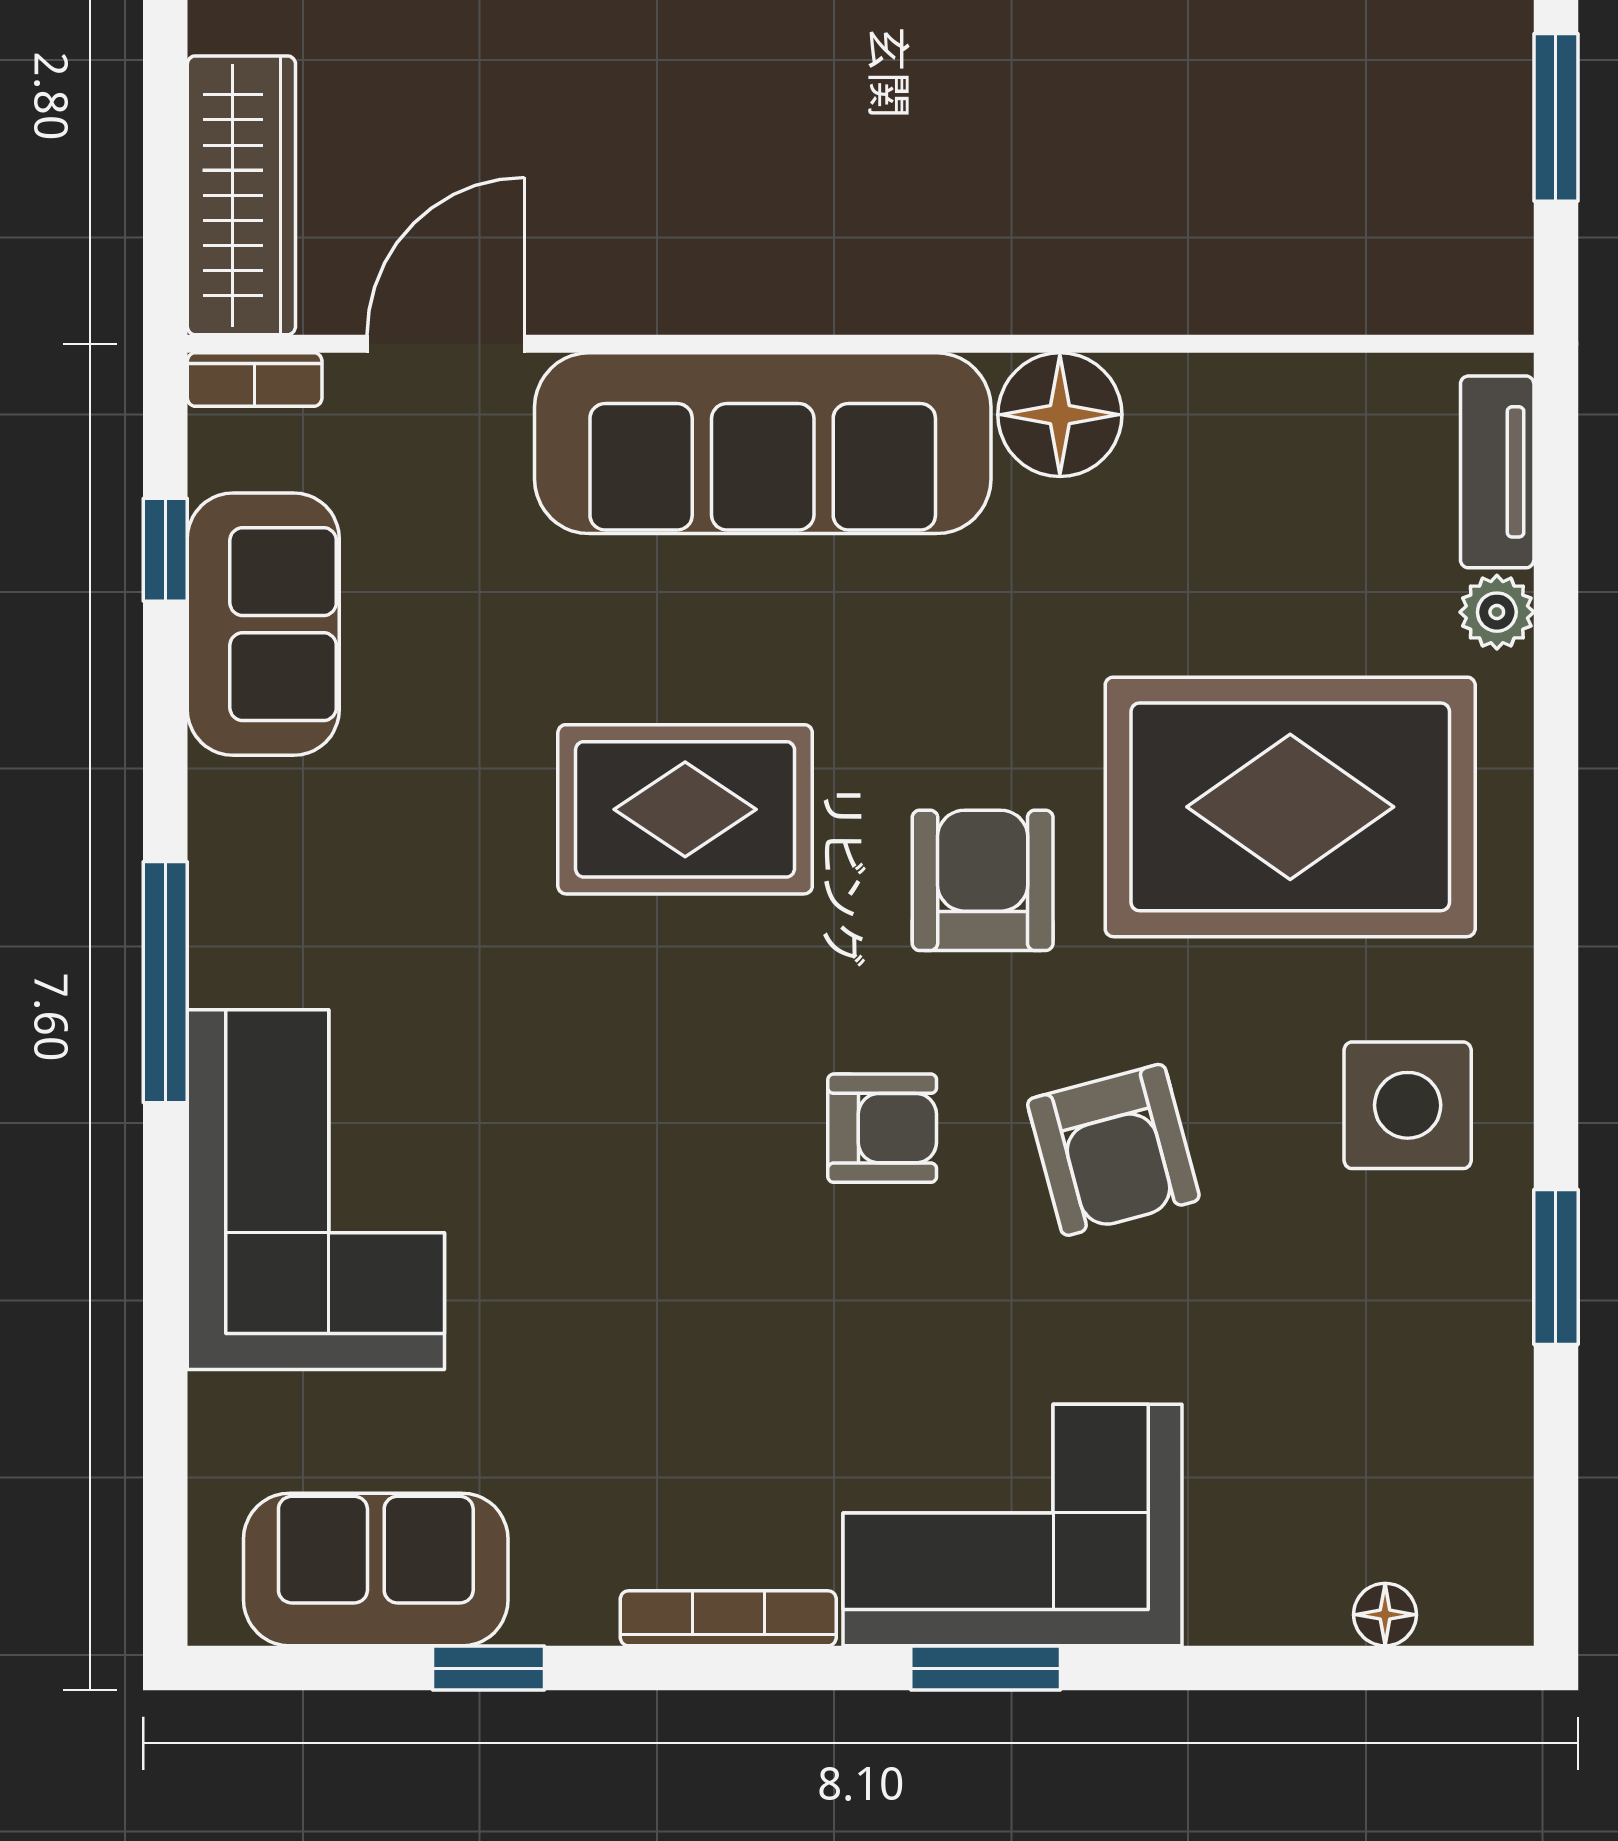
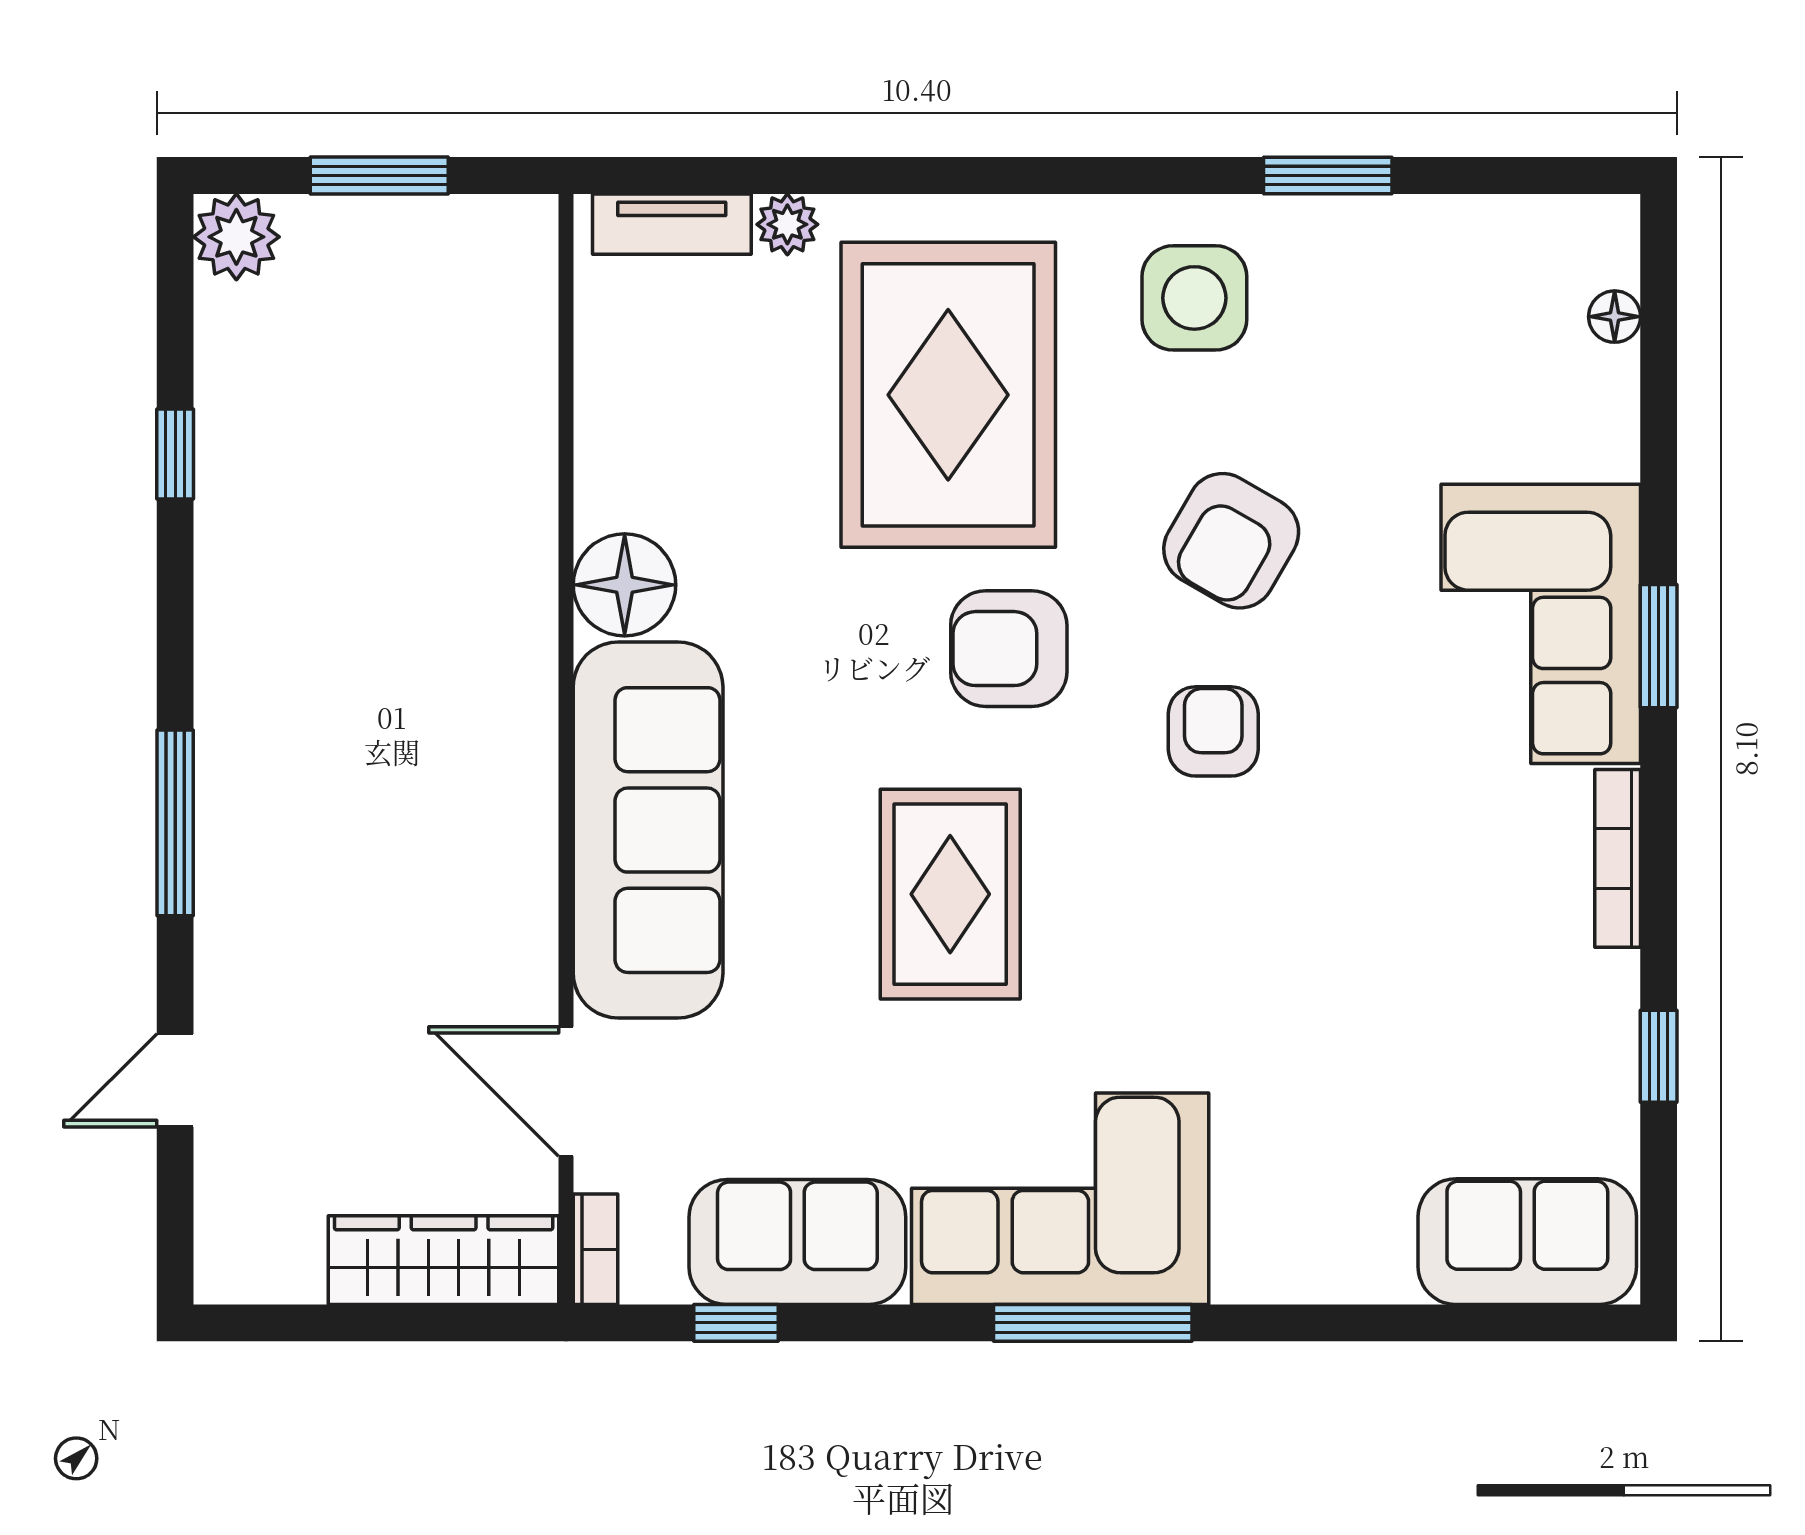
armchair: (1113, 1150) -> (1231, 541), turned 135
corner sofa: (316, 1190) -> (1060, 1199), moved
sofa: (376, 1569) -> (1527, 1242), moved, turned 90

